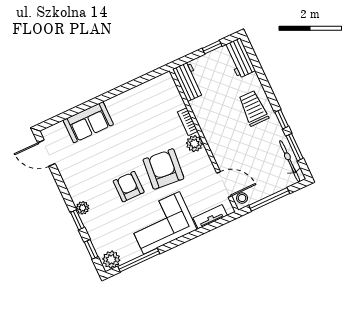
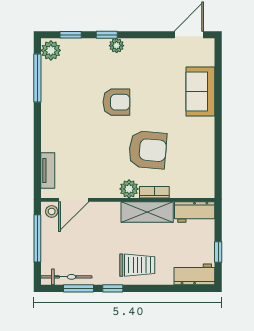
shelving: (206, 120) -> (147, 212), added
armchair: (163, 169) -> (148, 150), moved
corner sofa: (161, 223) -> (64, 118), removed

